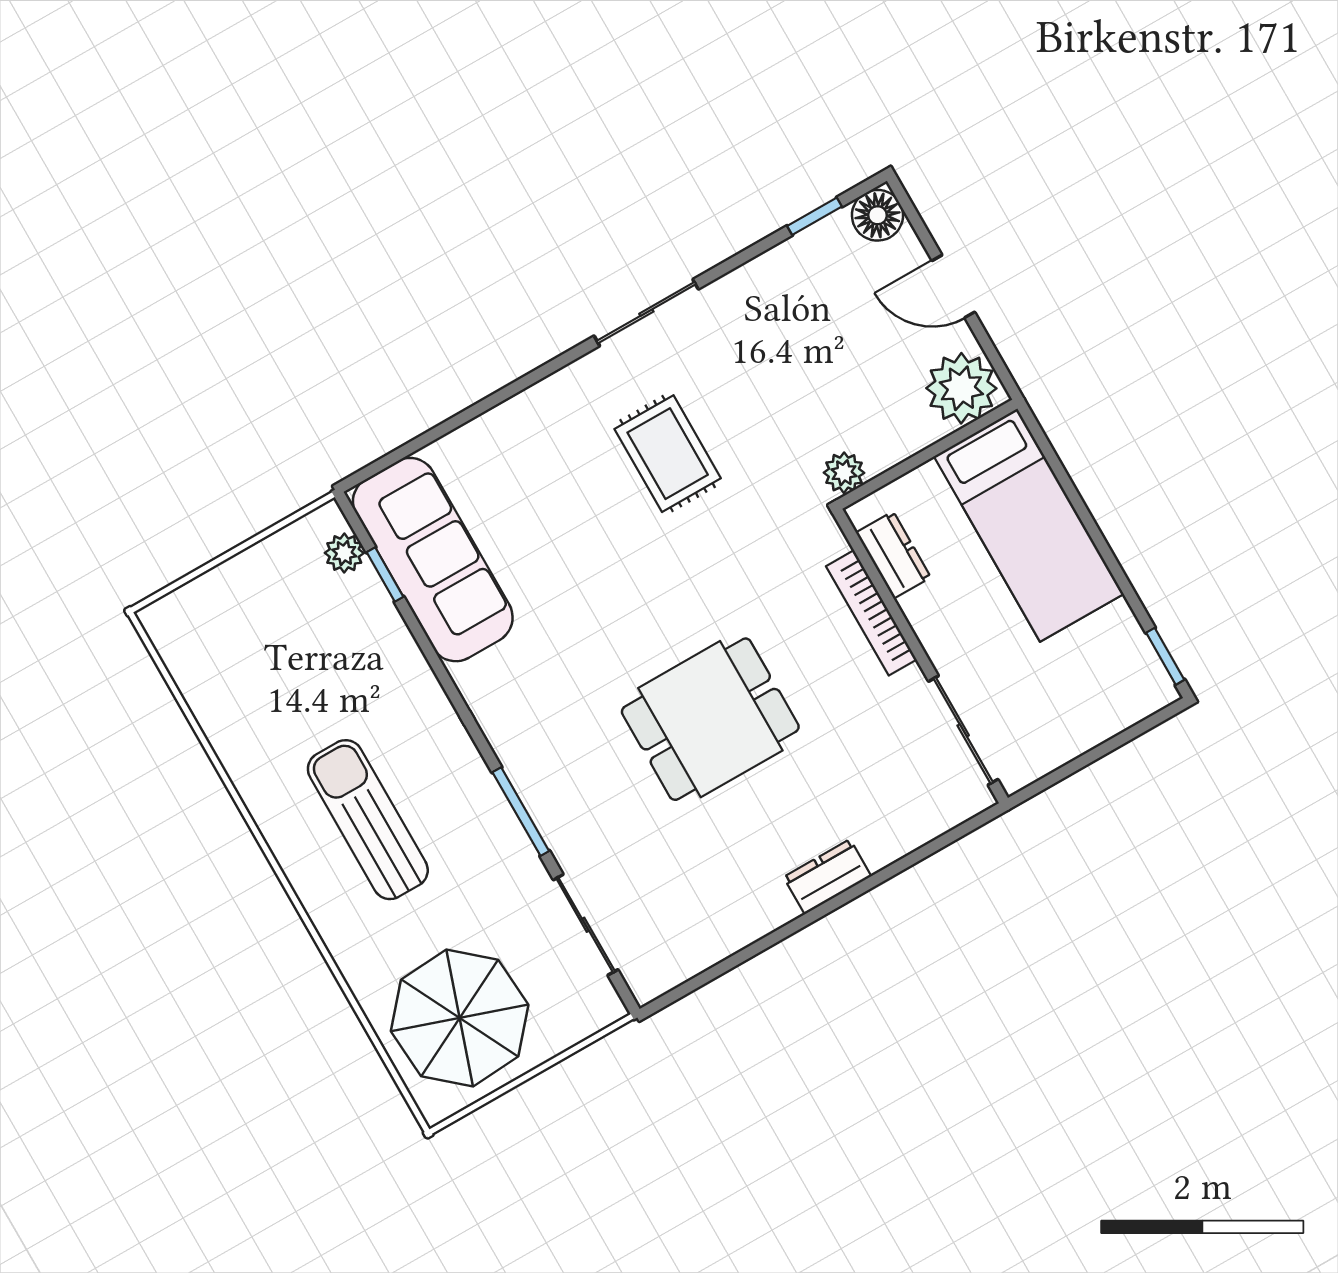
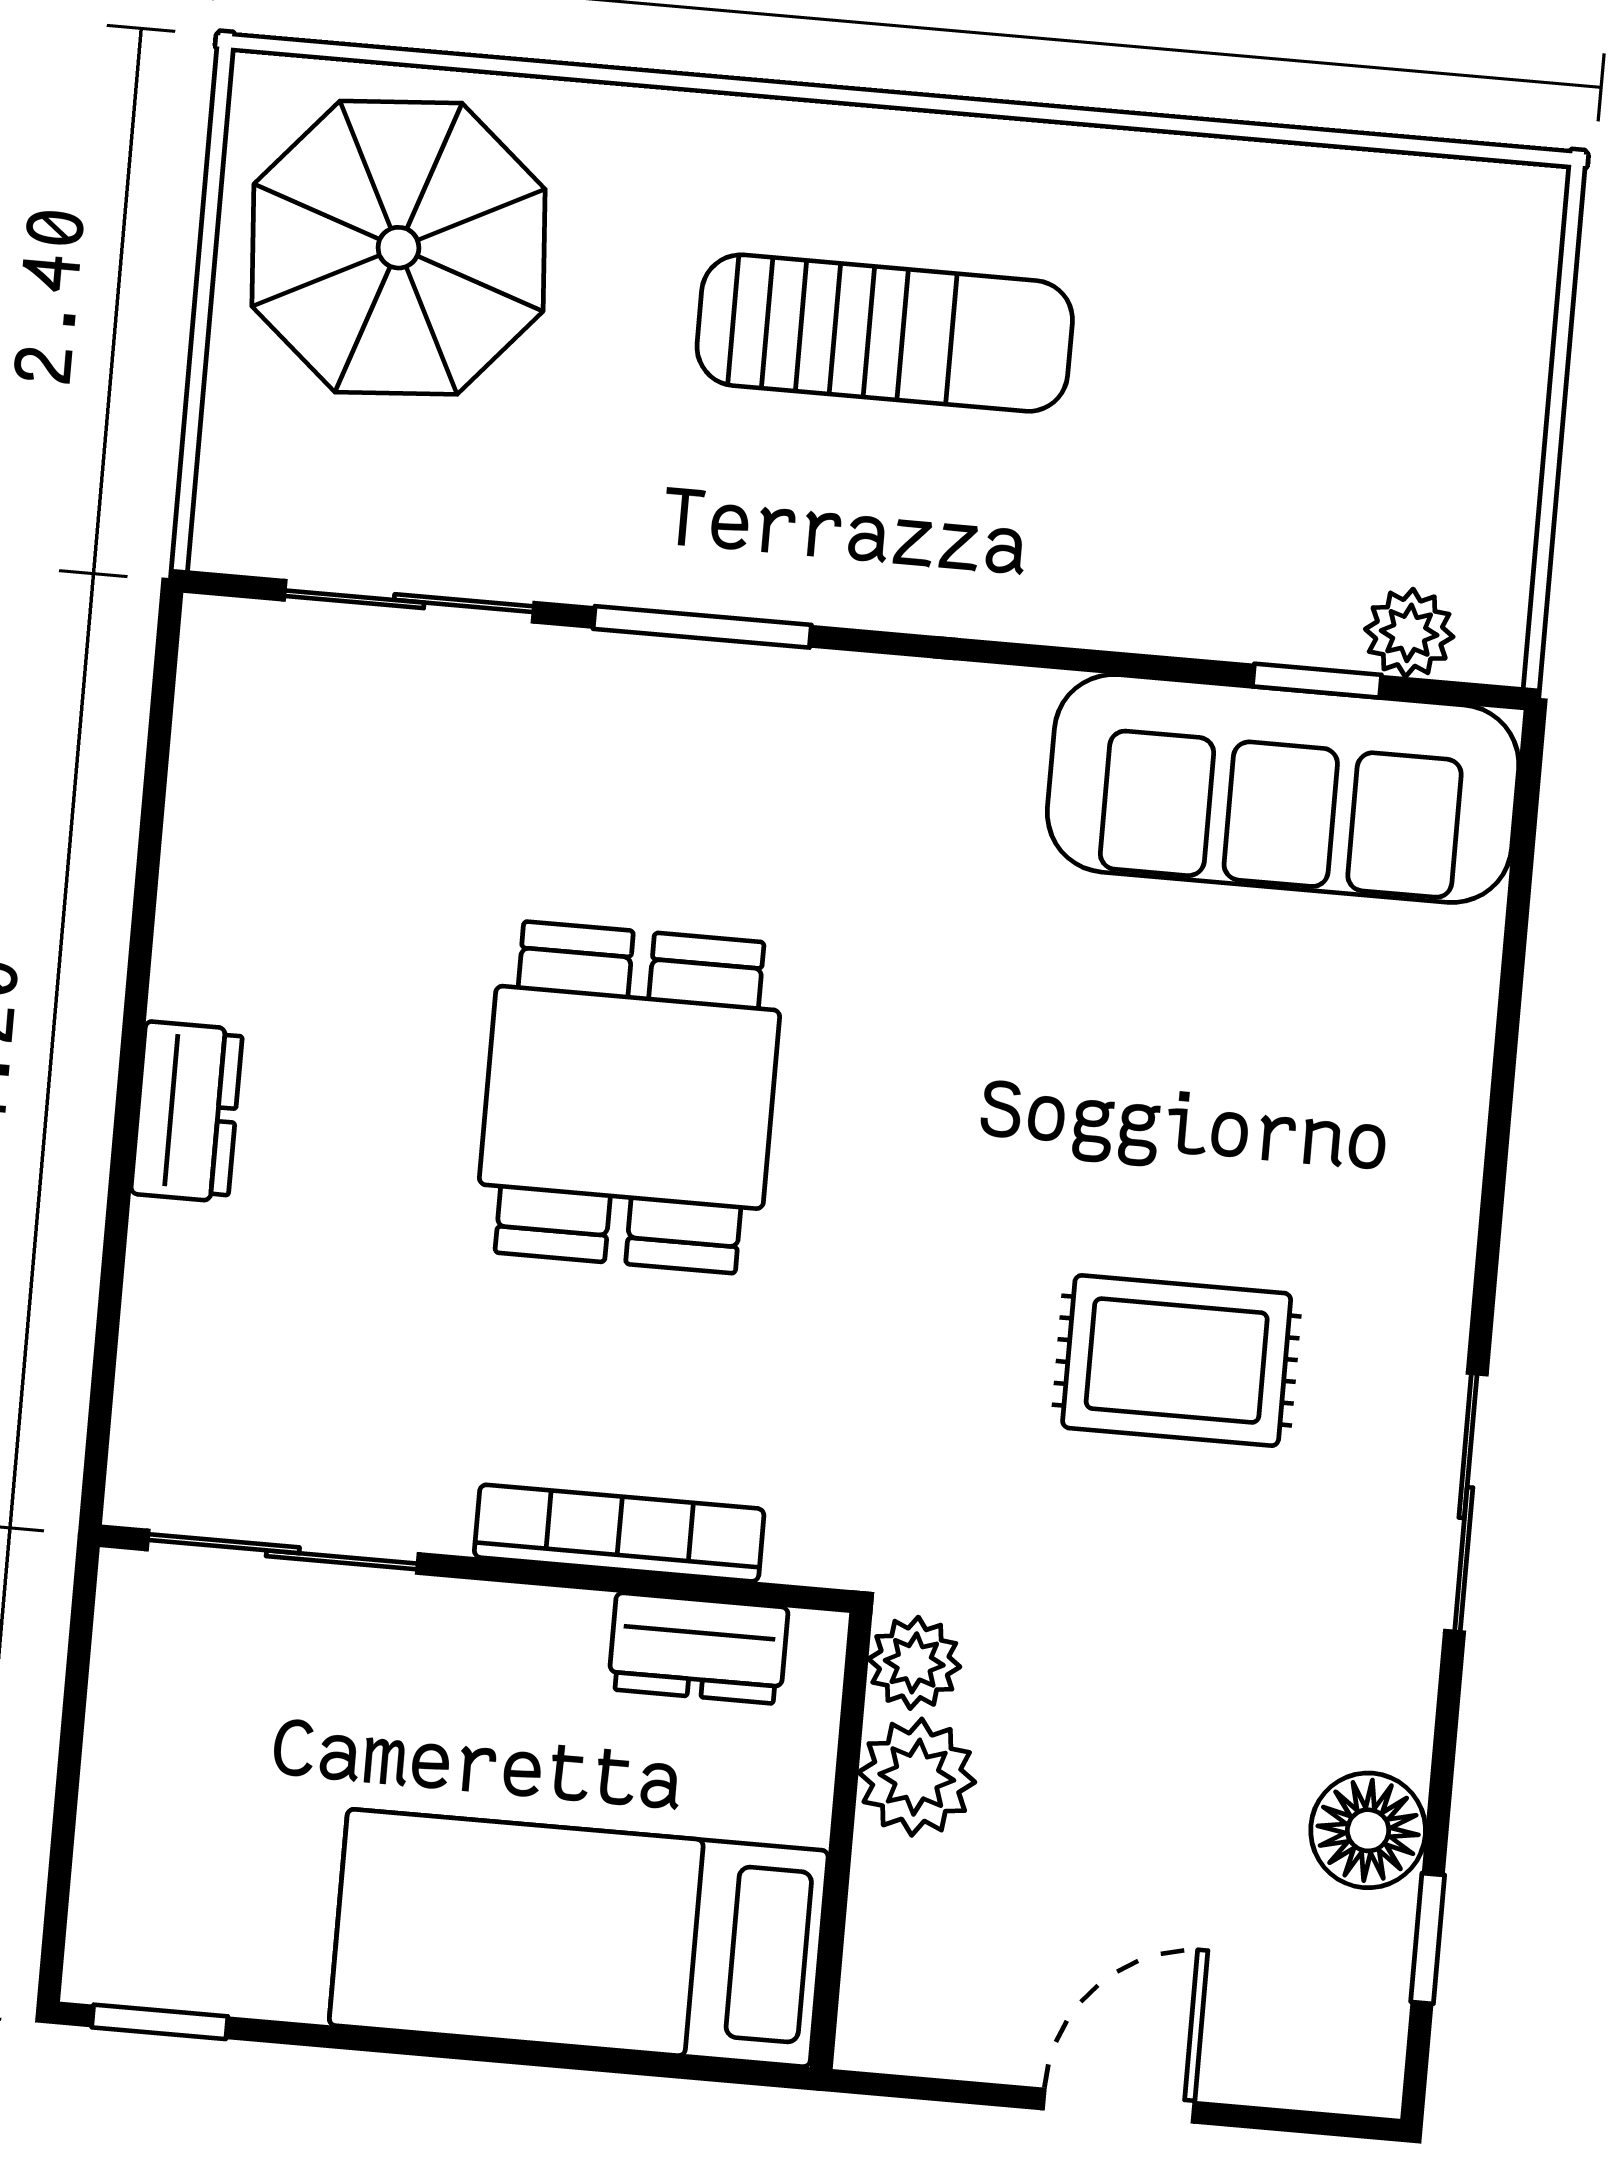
floor lamp: (878, 215) -> (1368, 1830), moved
plant: (961, 388) -> (917, 1777), moved, width x0.73, depth x0.73

